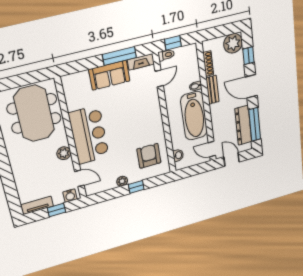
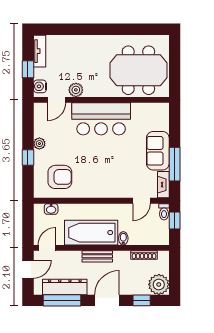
door: (159, 78) -> (142, 201), hinge flipped
bench: (212, 90) -> (97, 256), moved
plant: (64, 153) -> (76, 90), moved

